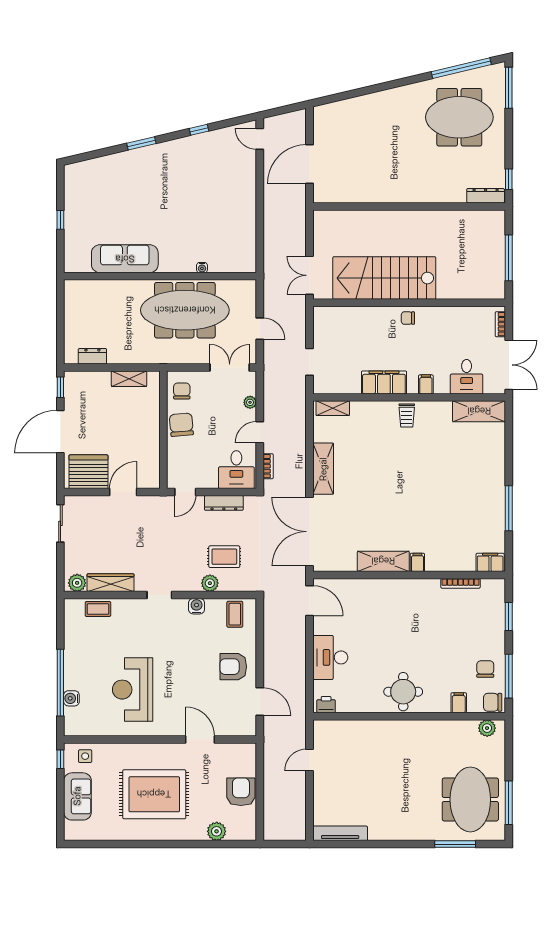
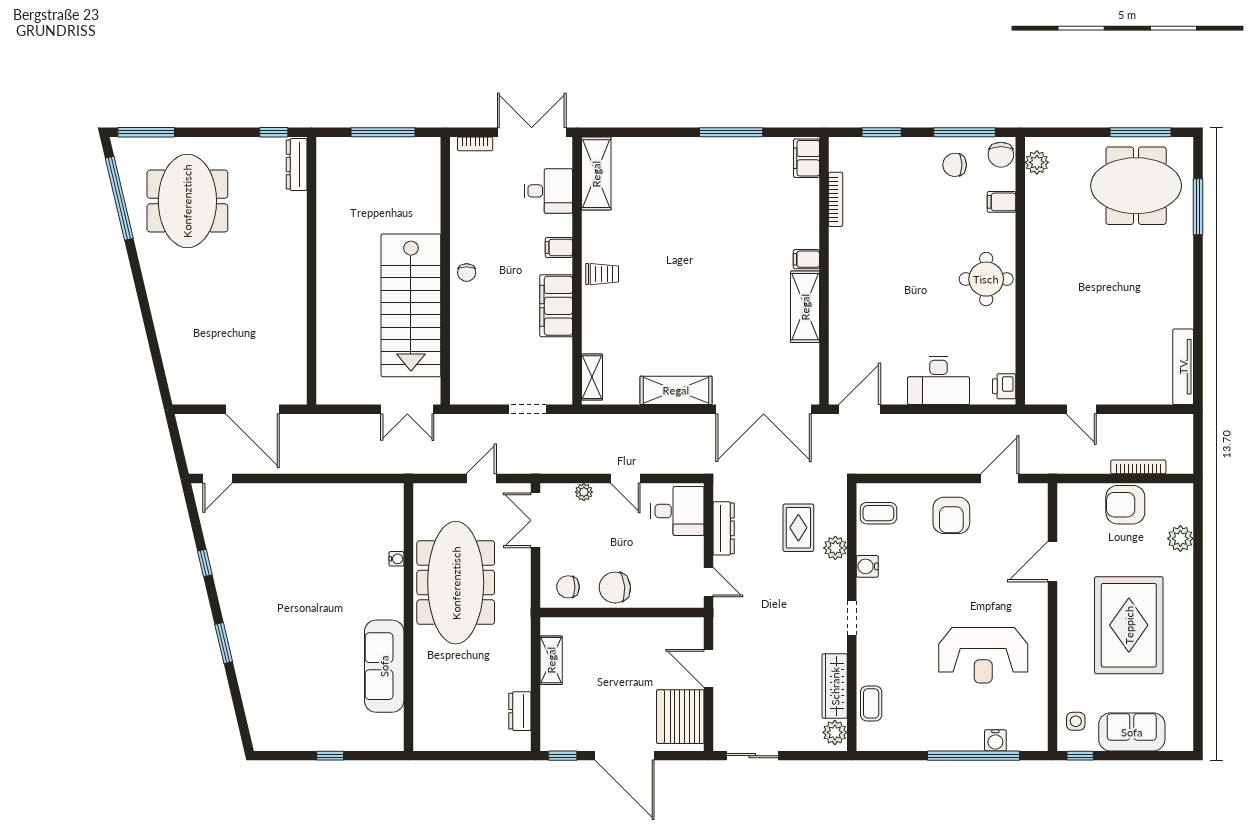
bookcase: (268, 466) -> (1138, 467), moved, width x1.56

